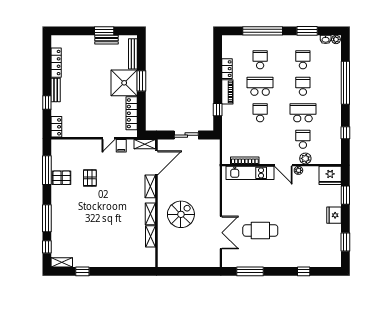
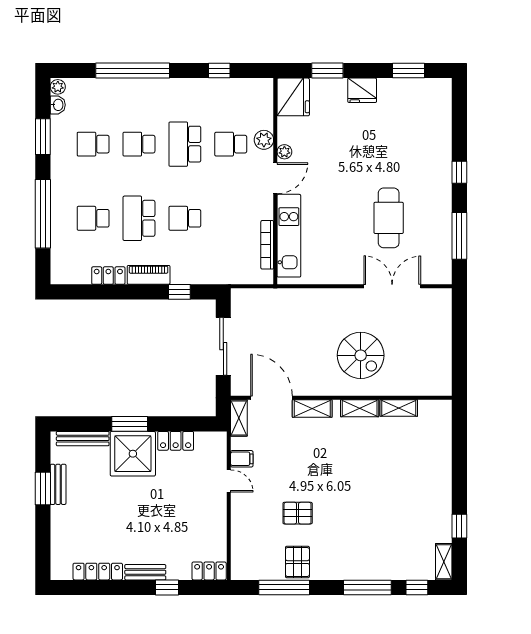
locker: (132, 113) -> (176, 441), width x0.66
sliding door: (186, 135) -> (223, 346), width x1.37
spiral stairs: (181, 214) -> (361, 355), turned 180
window: (304, 271) -> (459, 172), moved

